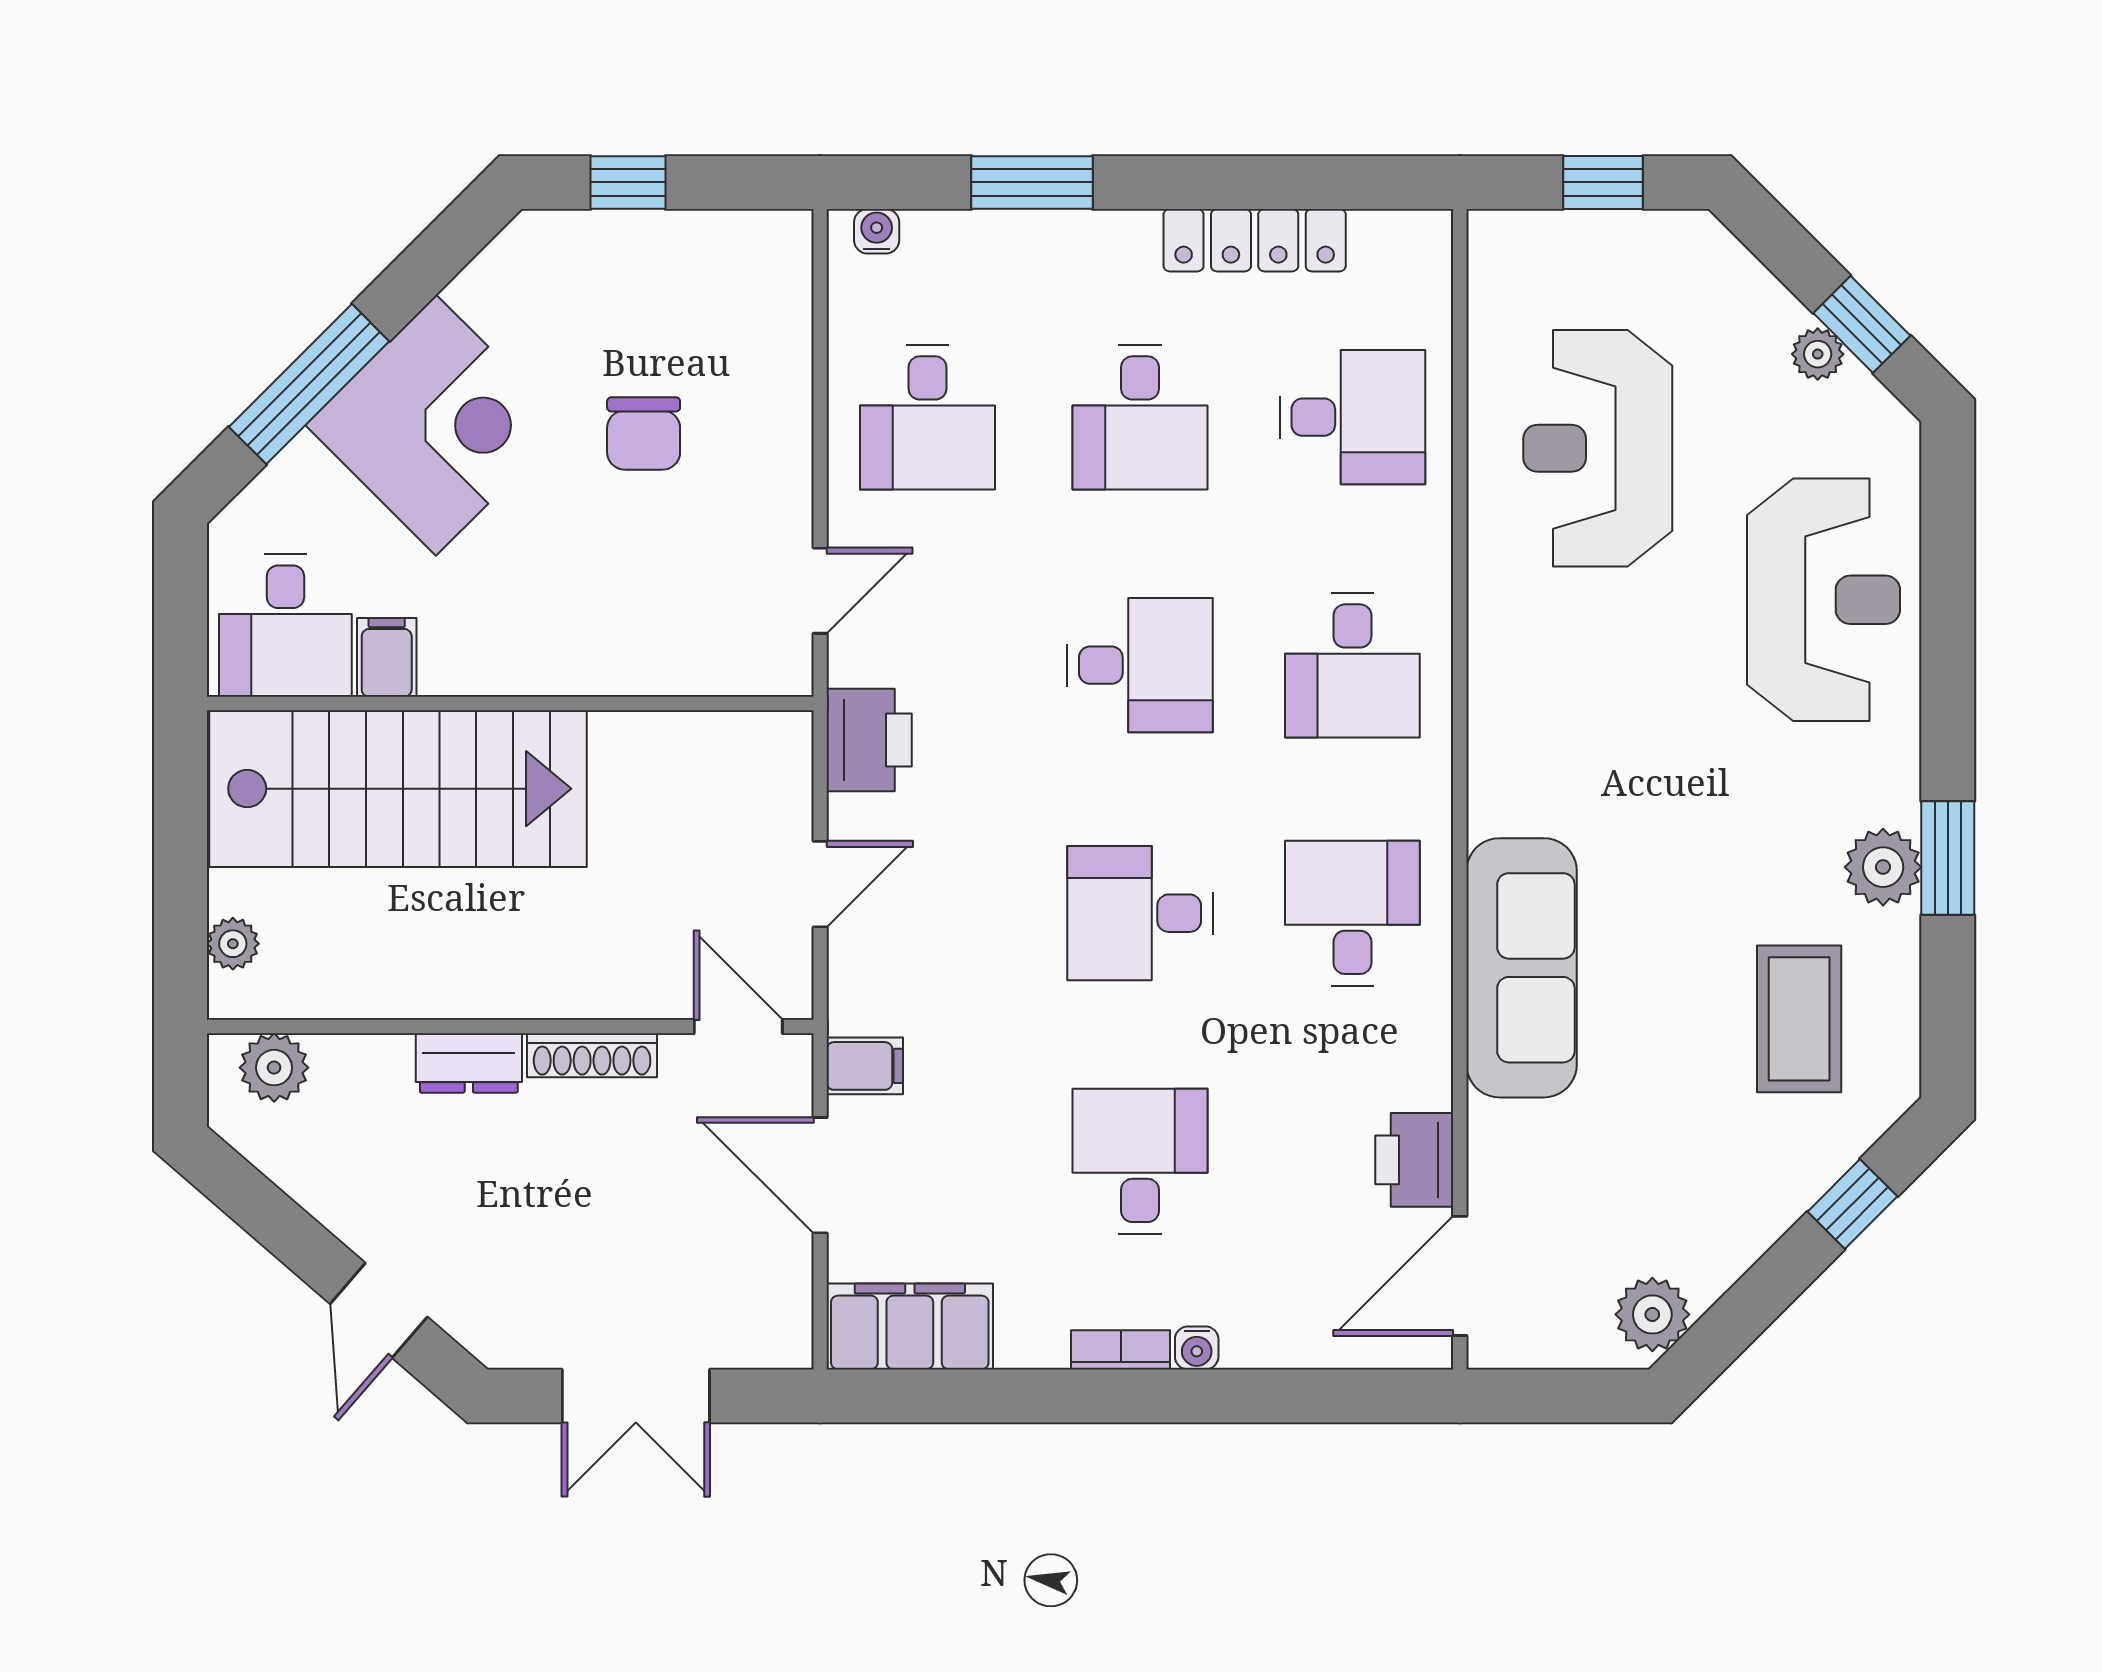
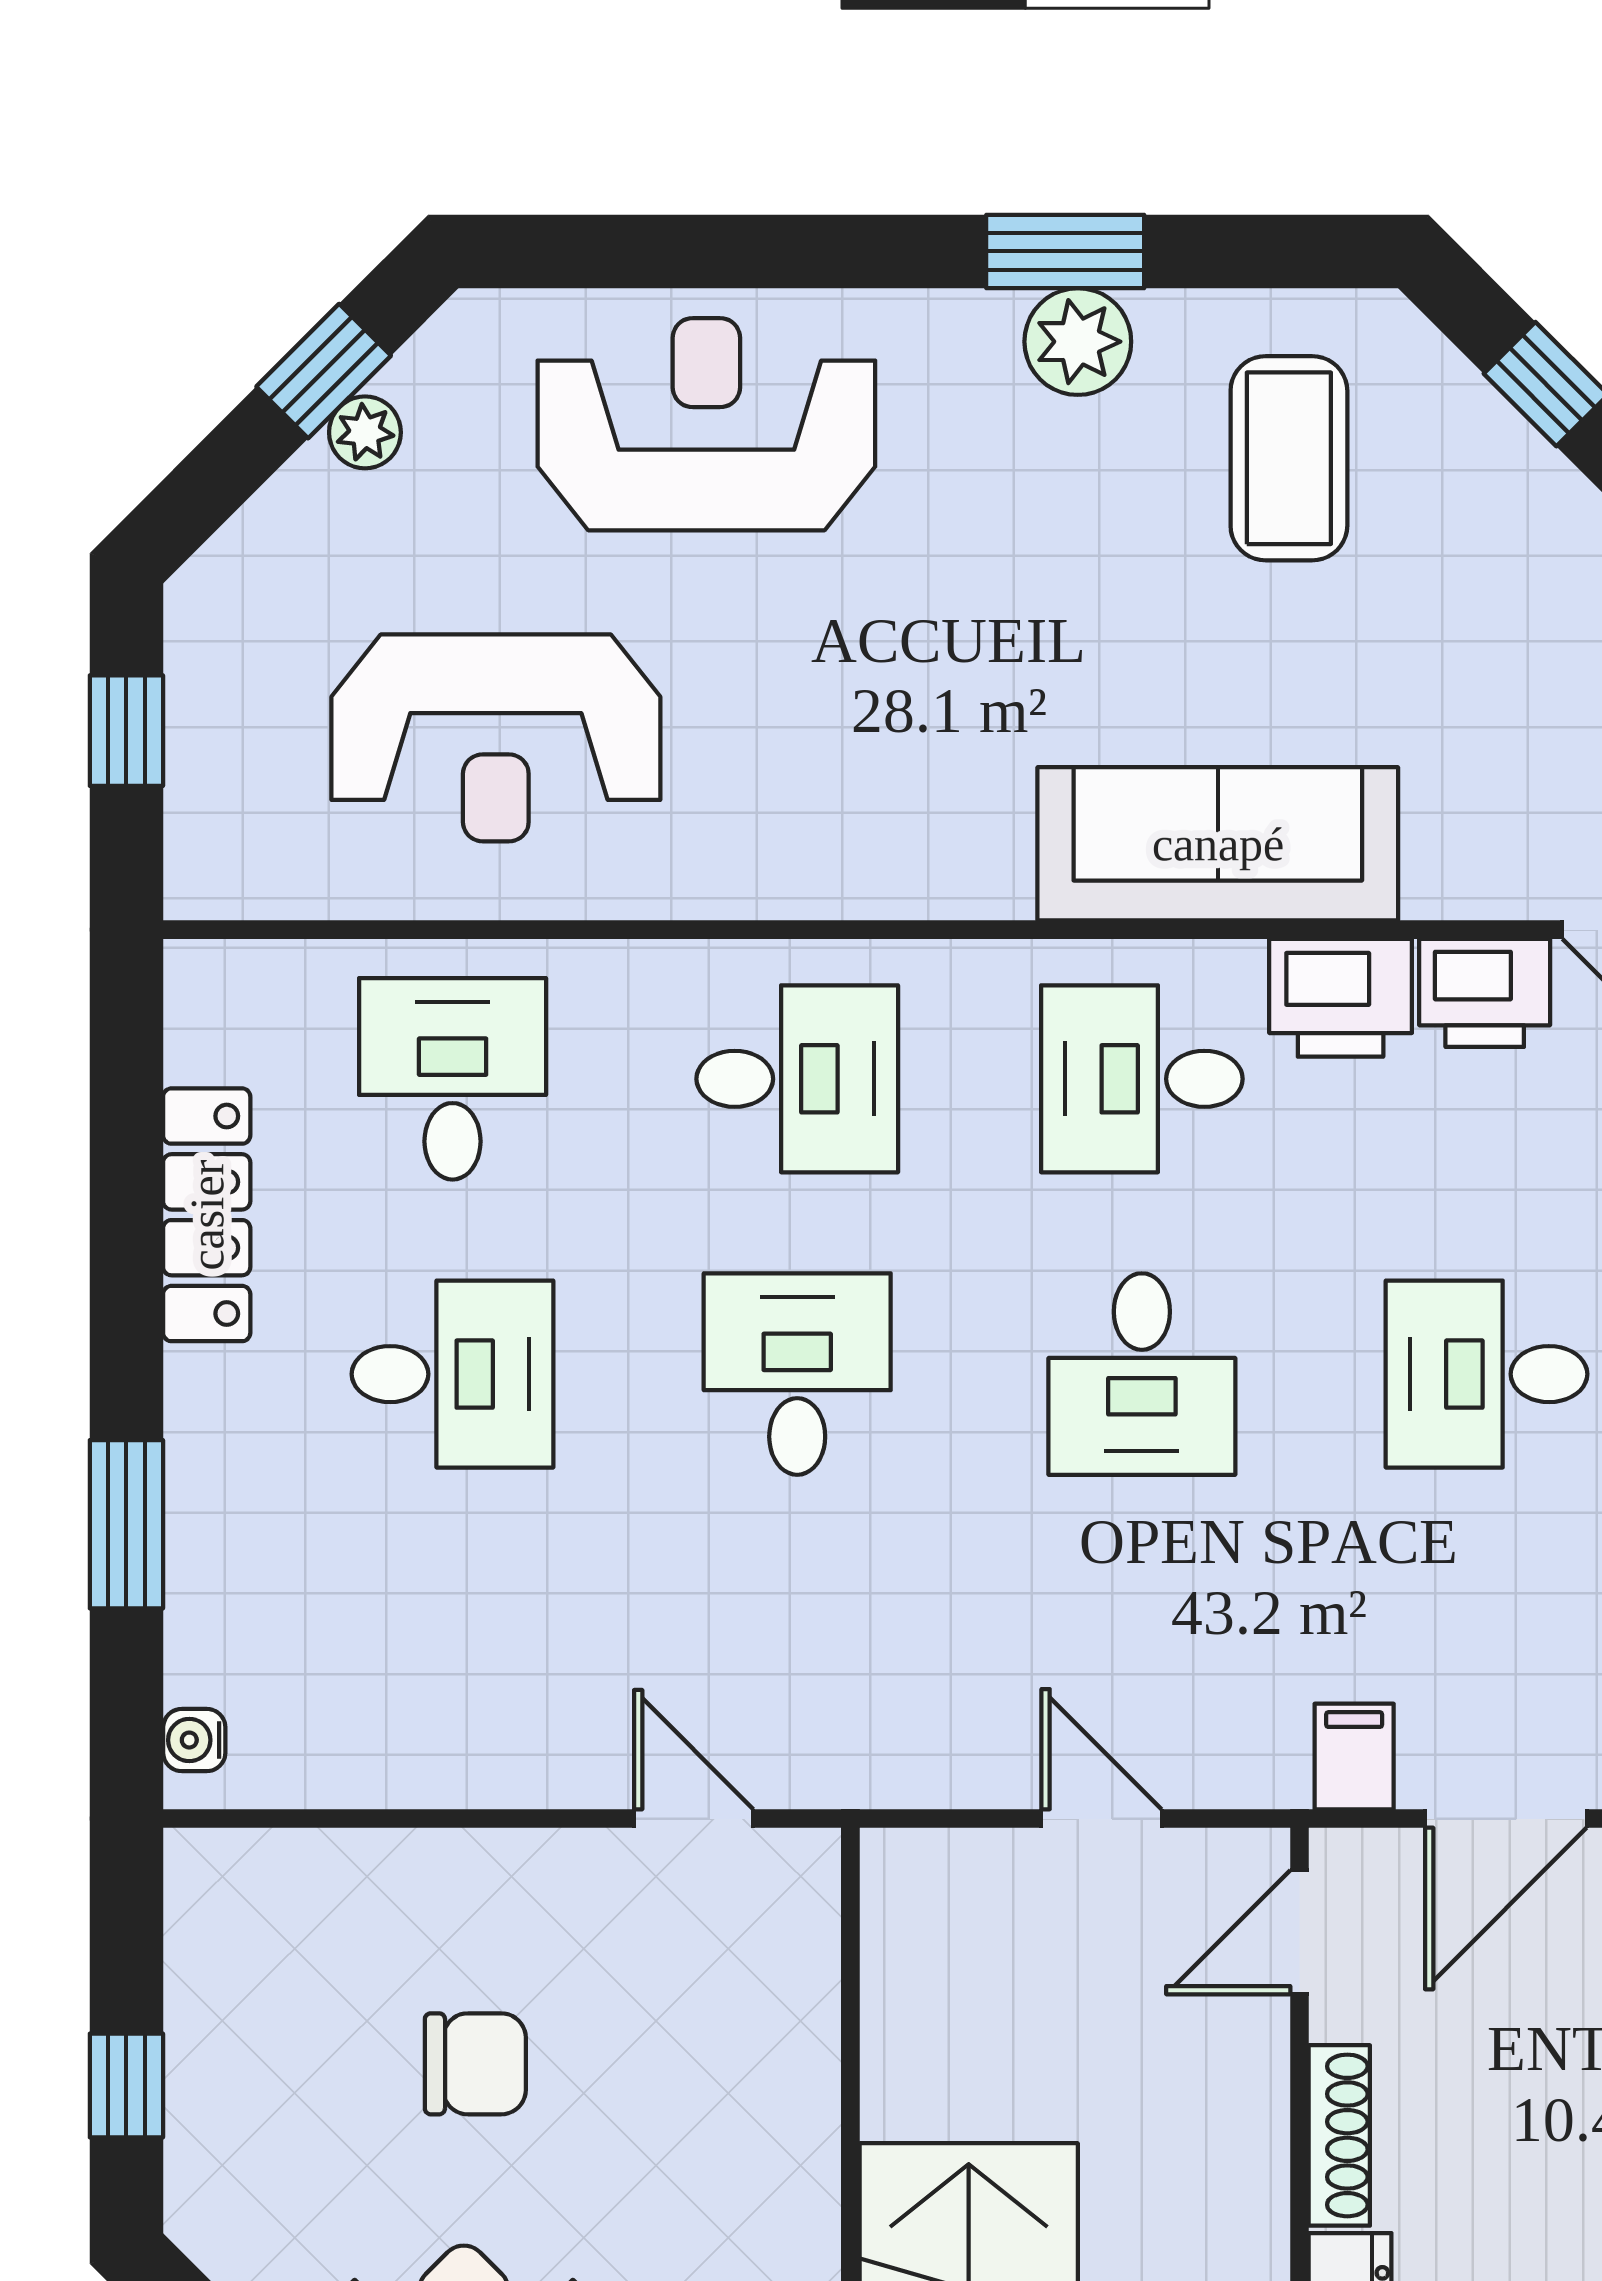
desk: (928, 417) -> (453, 1669), removed
printer: (869, 740) -> (1341, 998), moved, turned 180
coffee table: (1799, 1019) -> (1289, 458), turned 90

